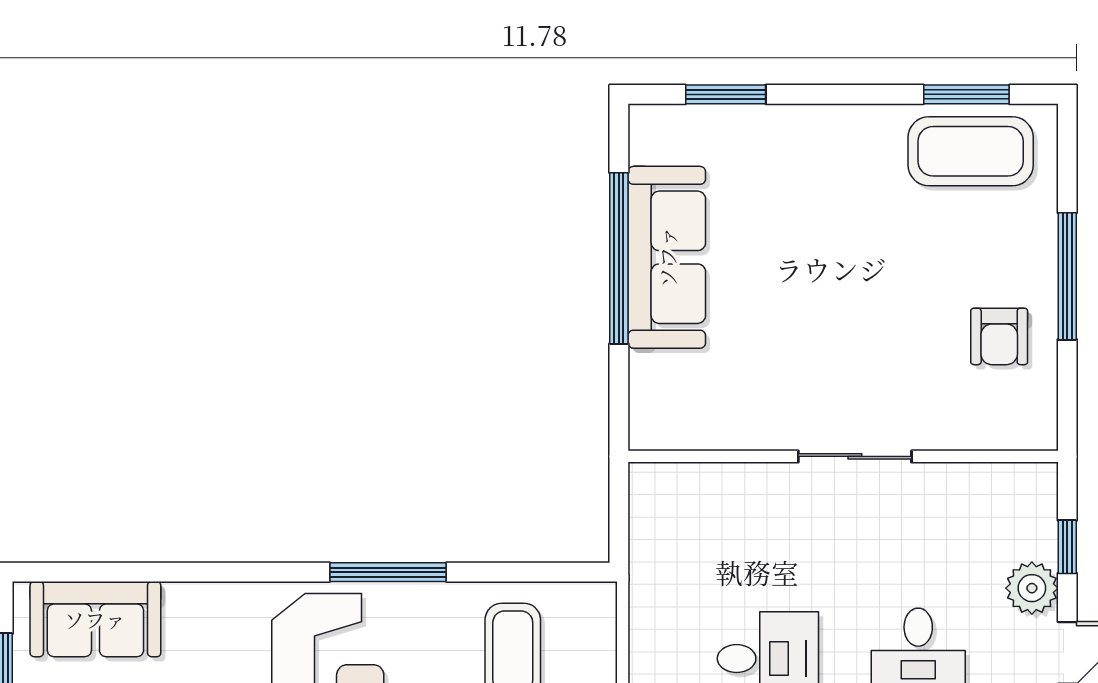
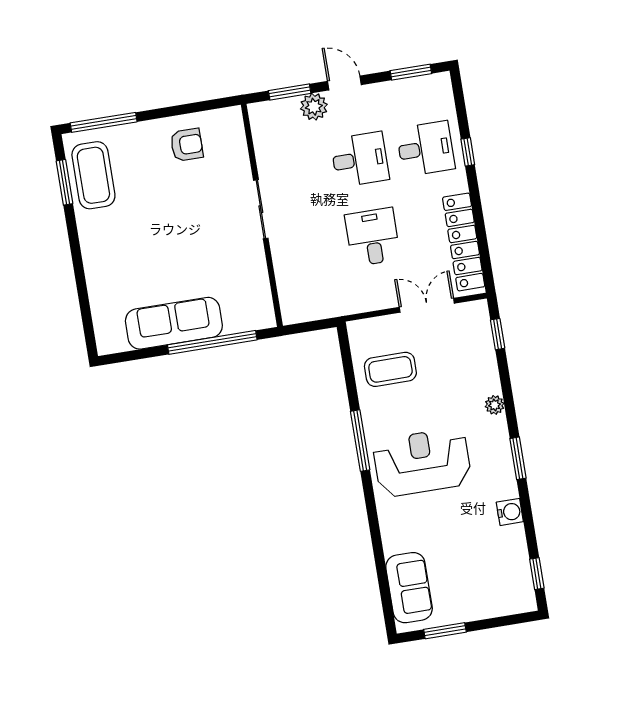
window: (726, 94) -> (85, 307), removed
window: (619, 258) -> (212, 342), moved
window: (1067, 276) -> (104, 122), moved
window: (1067, 547) -> (290, 92), width x1.50

